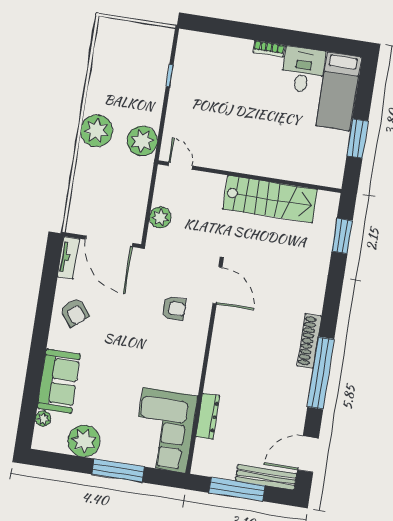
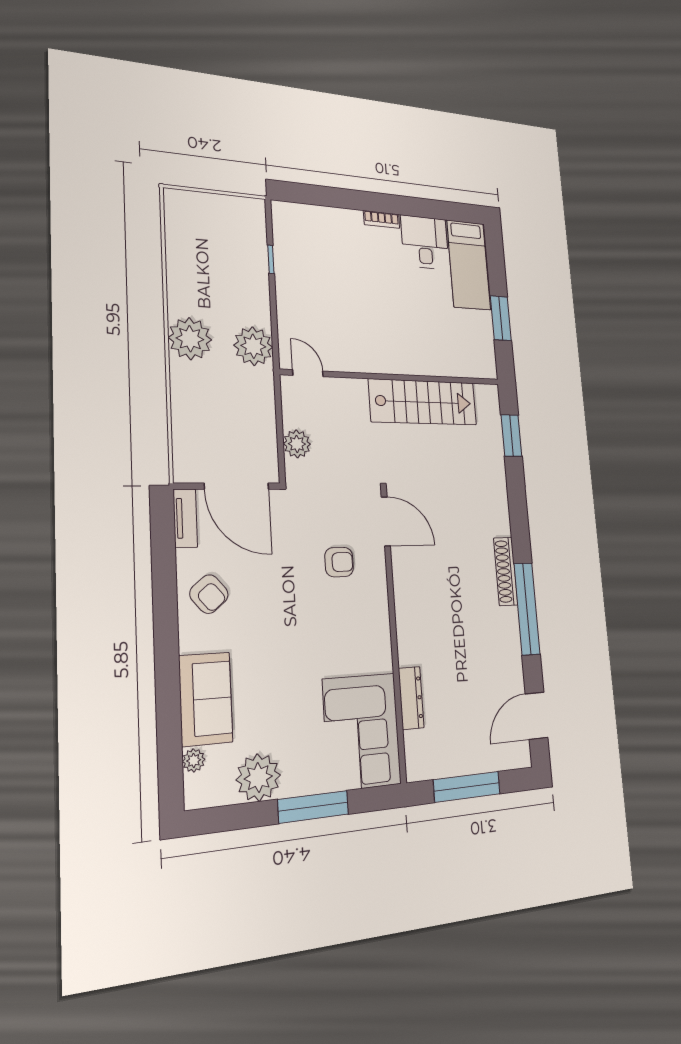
bench: (266, 477) -> (497, 760), removed

